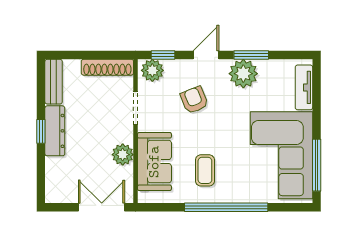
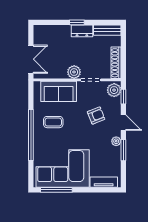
plant: (243, 74) -> (116, 141), width x0.53, depth x0.53
dresser: (55, 131) -> (82, 31), width x0.70
plant: (123, 155) -> (74, 72), moved

